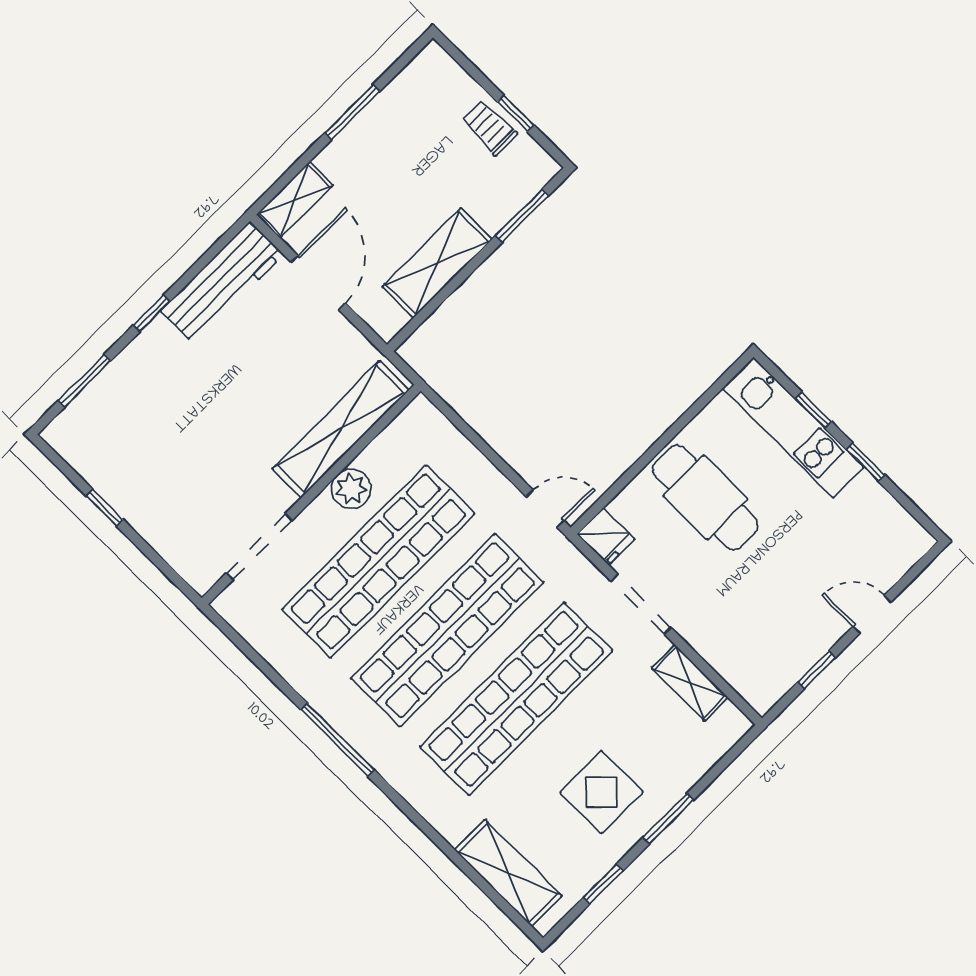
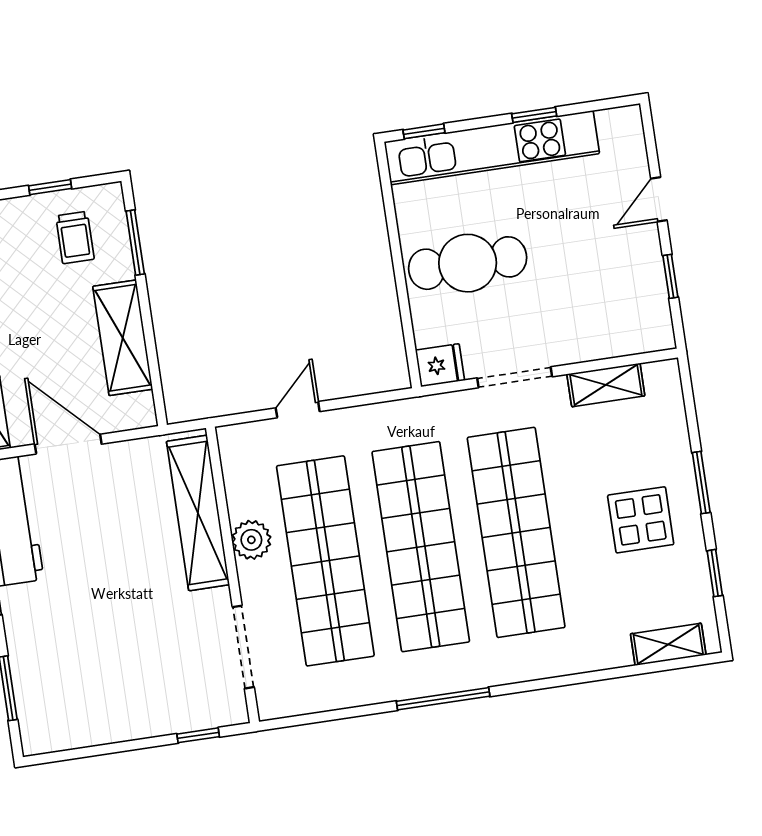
trolley: (489, 128) -> (75, 237), moved, turned -90
window: (813, 410) -> (424, 131), moved
kitchen unit: (793, 428) -> (492, 148), width x1.36
window: (105, 508) -> (198, 735), moved
door: (545, 509) -> (298, 410), moved
shelving: (508, 873) -> (668, 644), width x0.67, depth x0.75

